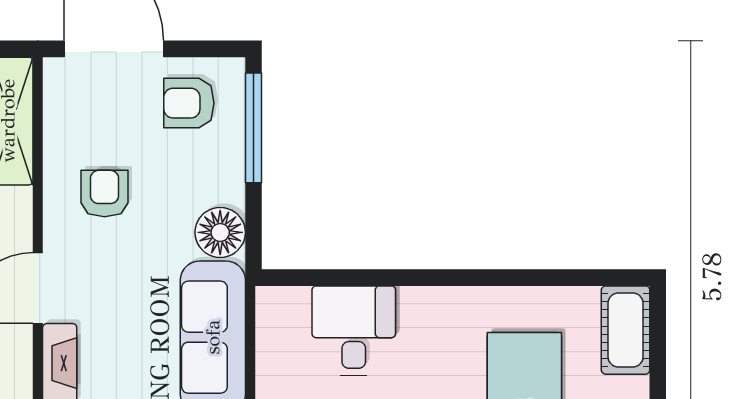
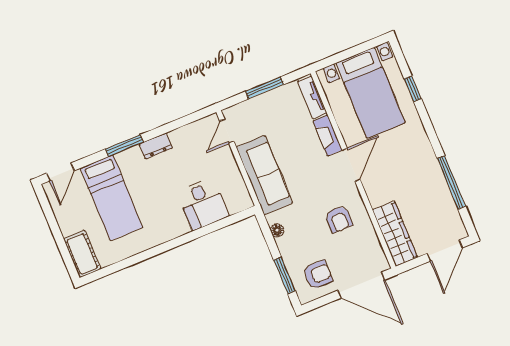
window: (253, 128) -> (285, 276), width x0.69
floor lamp: (220, 232) -> (277, 230), width x0.53, depth x0.53

